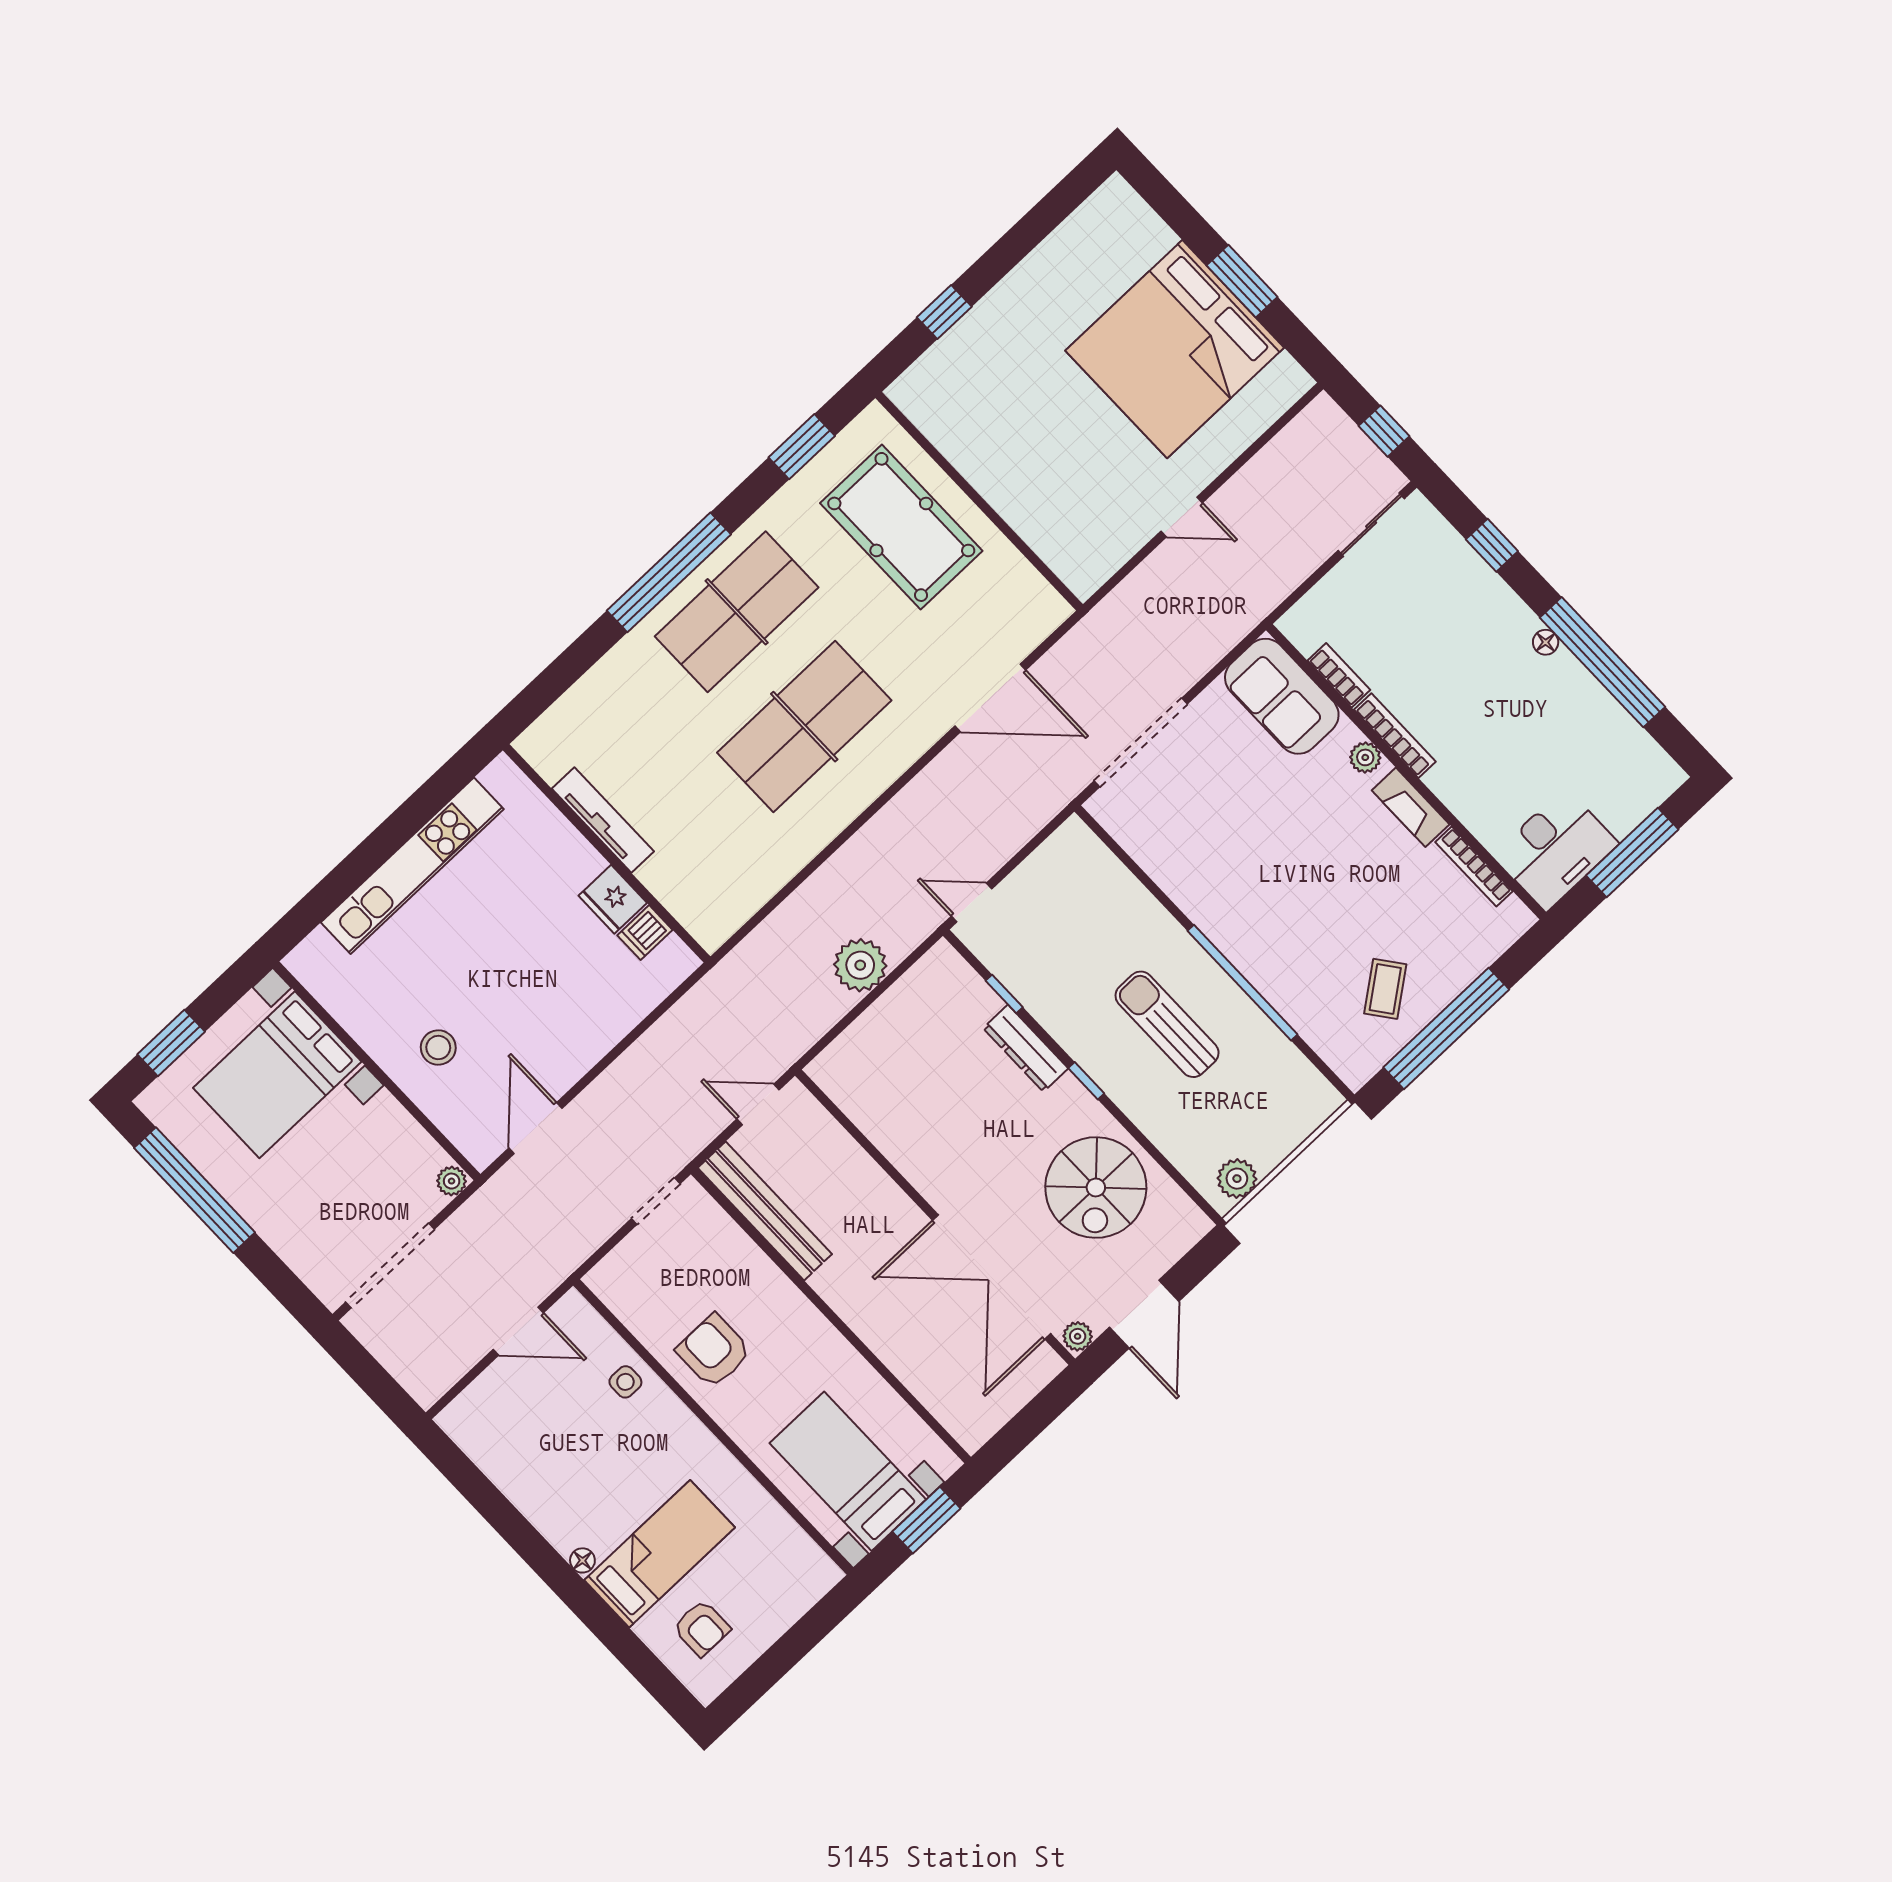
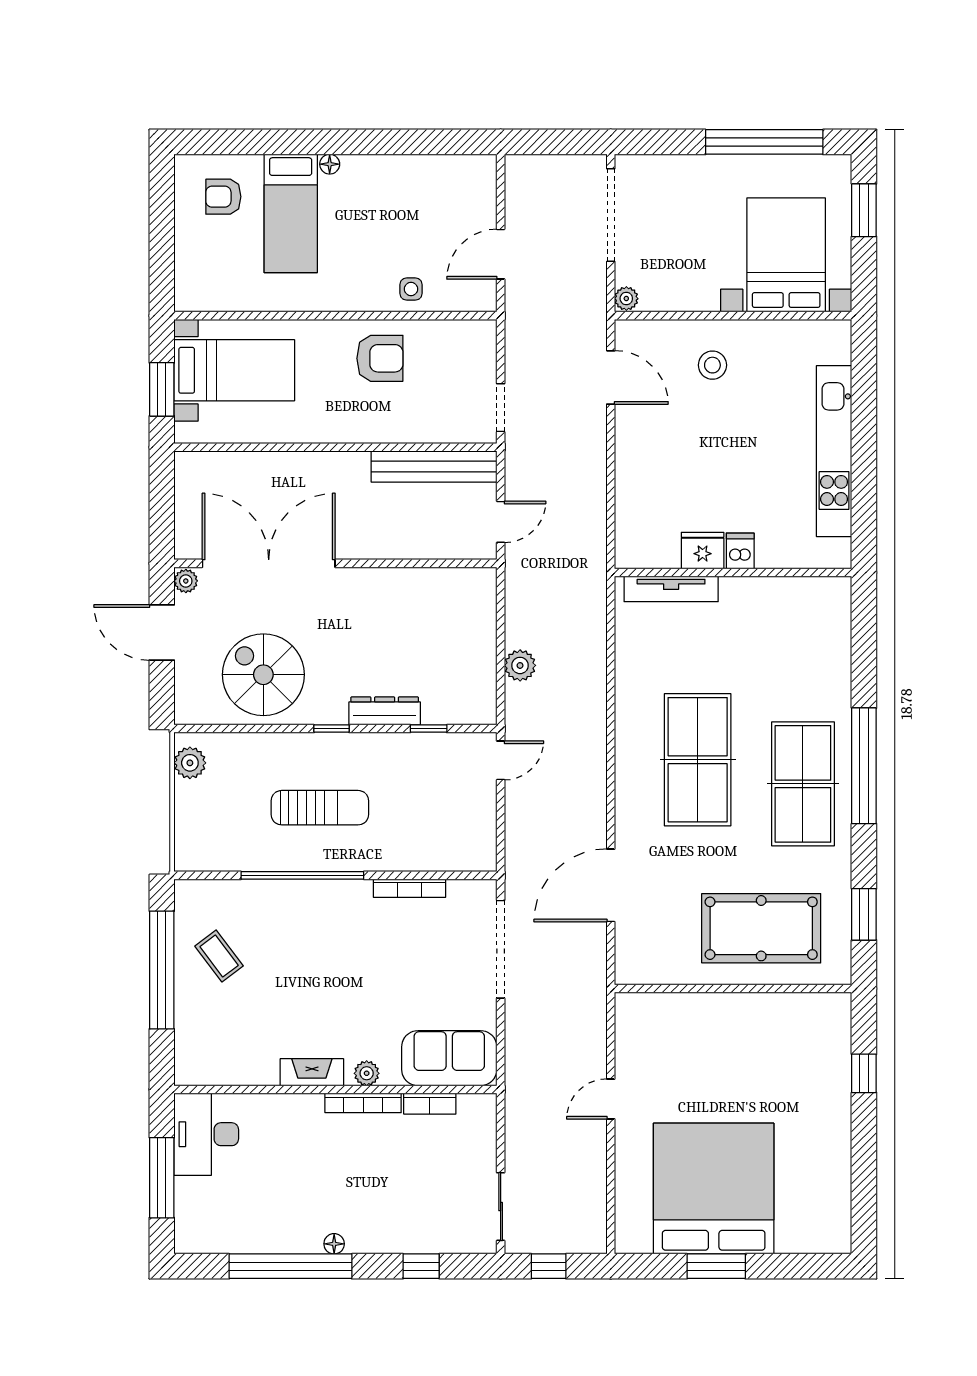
tv unit: (603, 820) -> (671, 589), moved
bookcase: (1474, 867) -> (410, 888), moved, turned 180
dishwasher: (645, 933) -> (740, 551), moved
plant: (860, 965) -> (520, 665), width x0.73, depth x0.73

